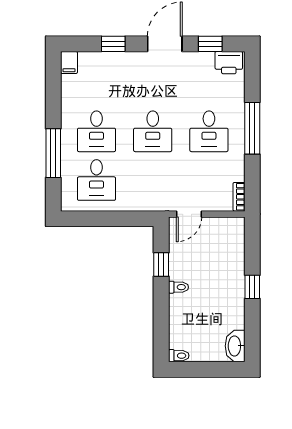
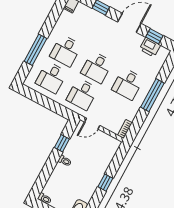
printer: (229, 63) -> (150, 47), moved
desk: (153, 180) -> (82, 94), added

